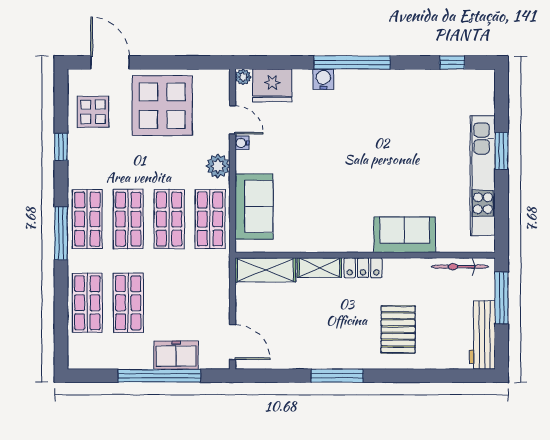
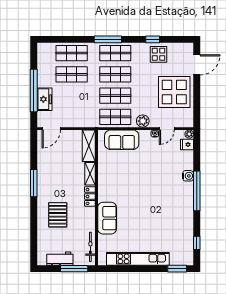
fridge: (272, 85) -> (187, 145), width x0.53, depth x0.75
display table: (93, 112) -> (158, 54), moved
window: (502, 151) -> (177, 269), moved
pallet: (398, 329) -> (58, 215), turned 90
workbench: (482, 335) -> (60, 259), width x0.73

